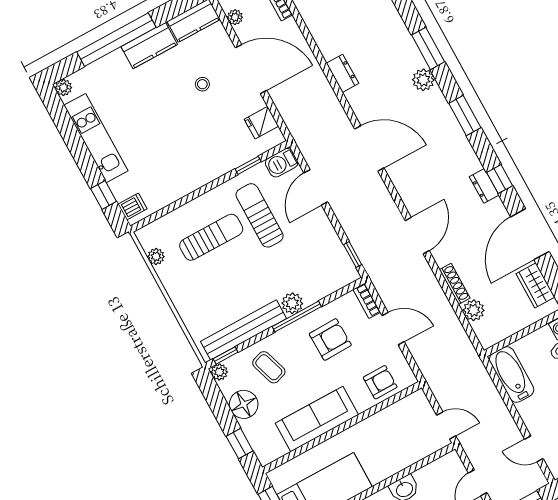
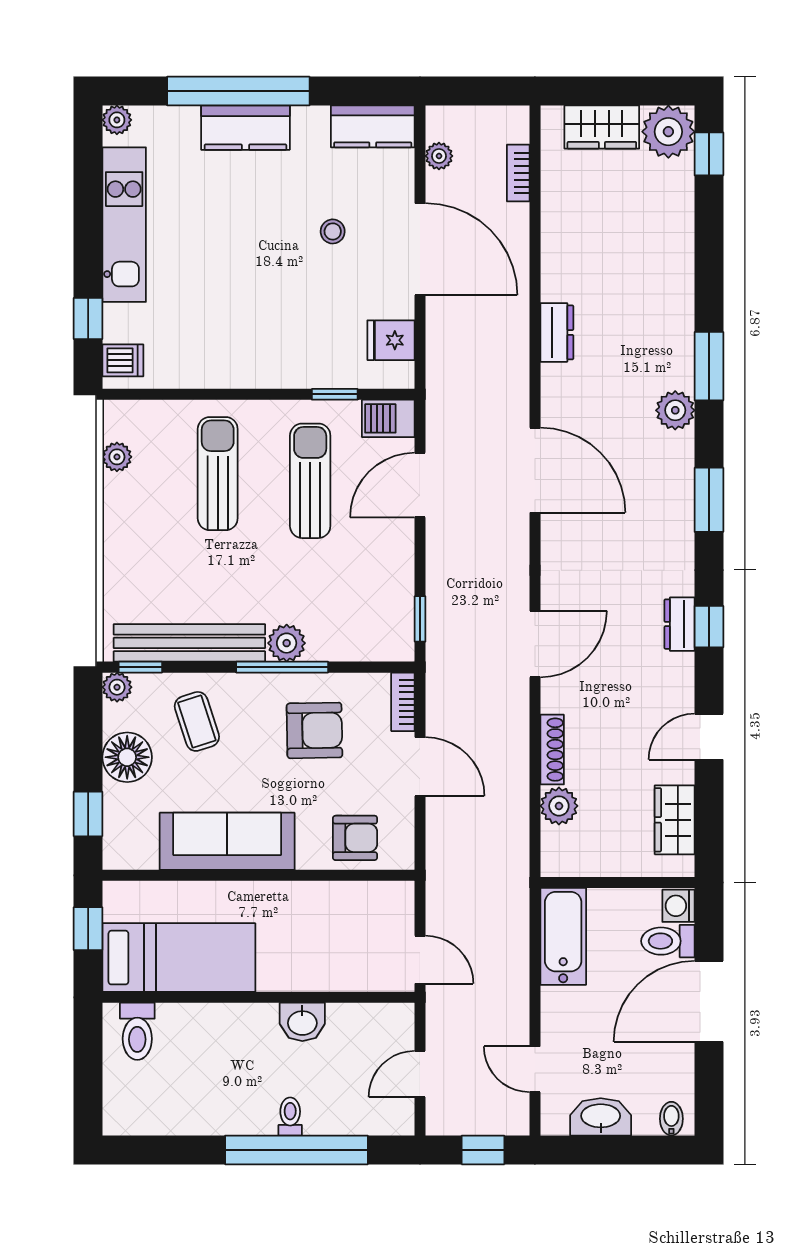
kitchen counter: (149, 46) -> (245, 128), moved
door: (530, 234) -> (709, 737), width x0.53
sun lounger: (211, 237) -> (218, 474), turned -90

